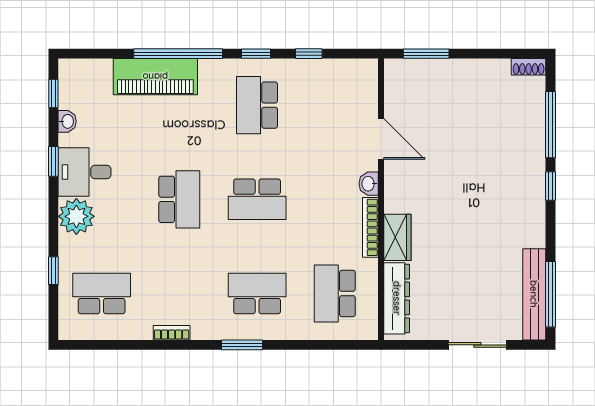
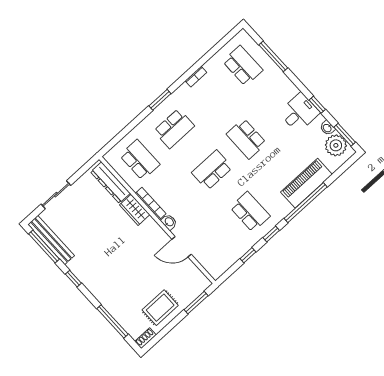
rug: (476, 88) -> (160, 308), added
window: (53, 93) -> (345, 135), width x1.50
window: (551, 186) -> (73, 279), moved
plant: (76, 216) -> (336, 145), moved
window: (53, 271) -> (273, 56), width x2.17
school desk: (102, 293) -> (243, 66), turned -90

